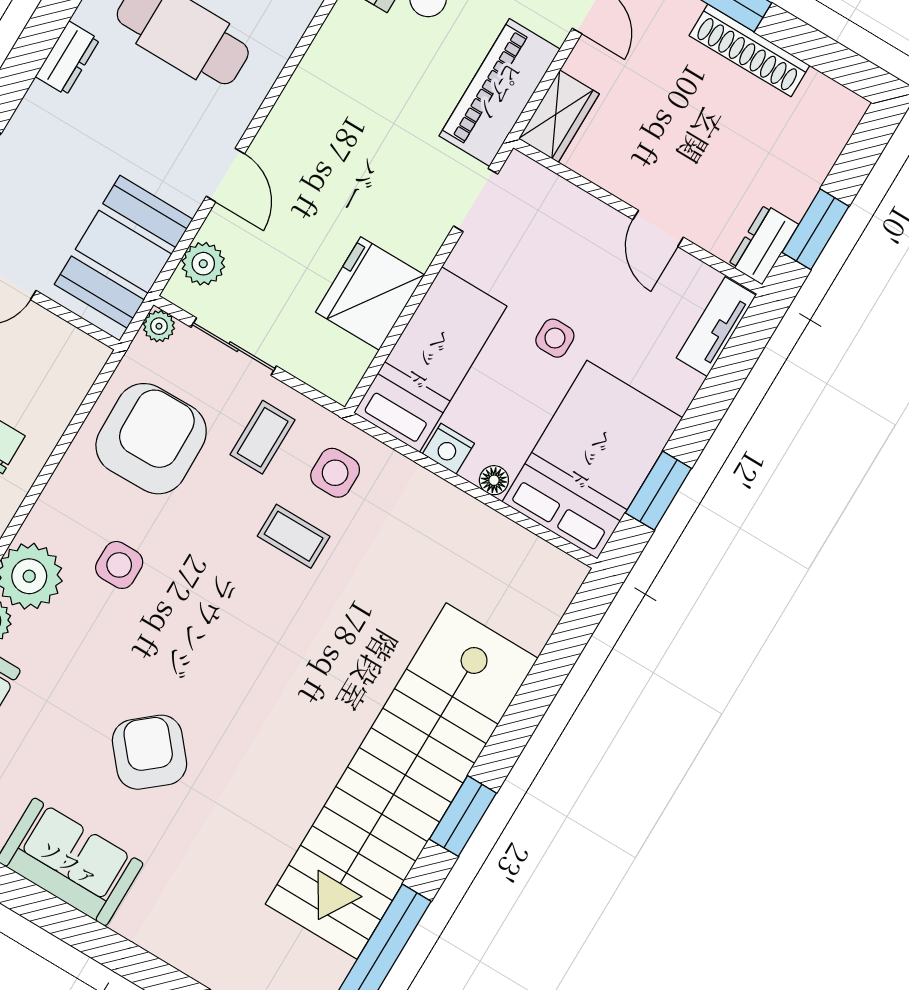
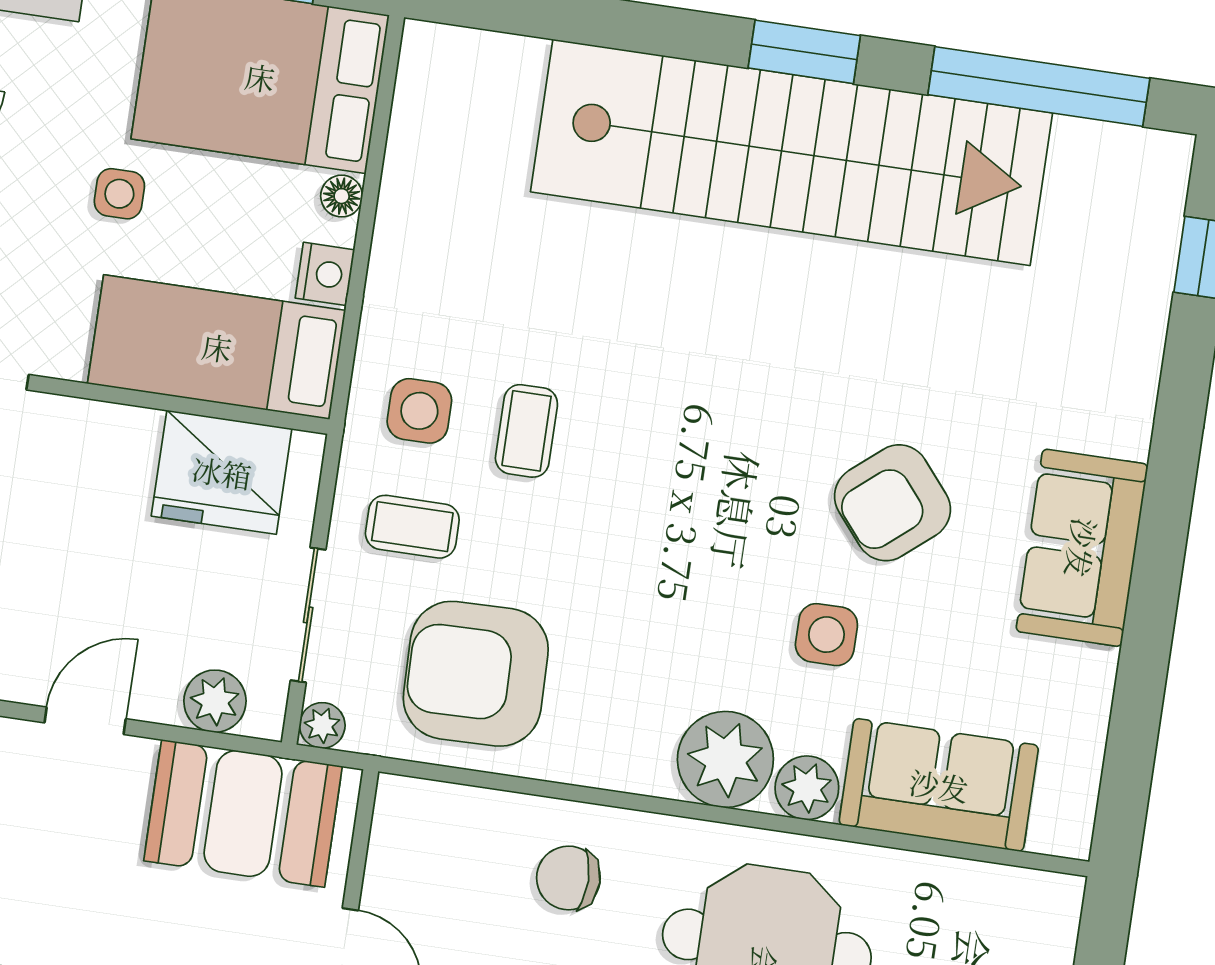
fridge: (370, 293) -> (222, 472), moved
side table: (119, 565) -> (826, 635), moved

